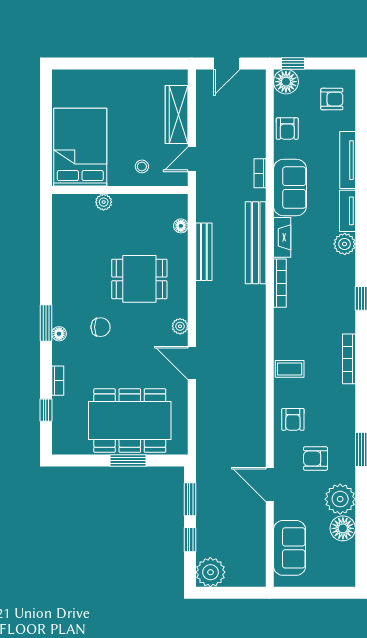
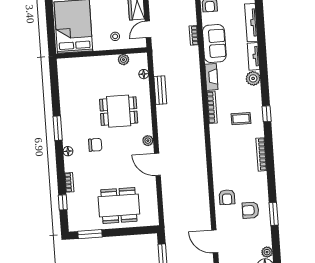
plant: (104, 202) -> (123, 60), moved
bench: (256, 243) -> (194, 82), removed
bench: (204, 252) -> (160, 90), width x0.73
window: (46, 323) -> (58, 128), moved
coffee table: (290, 369) -> (241, 119), moved
dining table: (130, 421) -> (119, 205), width x0.73, depth x0.80
armchair: (315, 459) -> (250, 210), moved
window: (128, 460) -> (90, 234), moved
plant: (340, 499) -> (267, 252), width x0.53, depth x0.53

